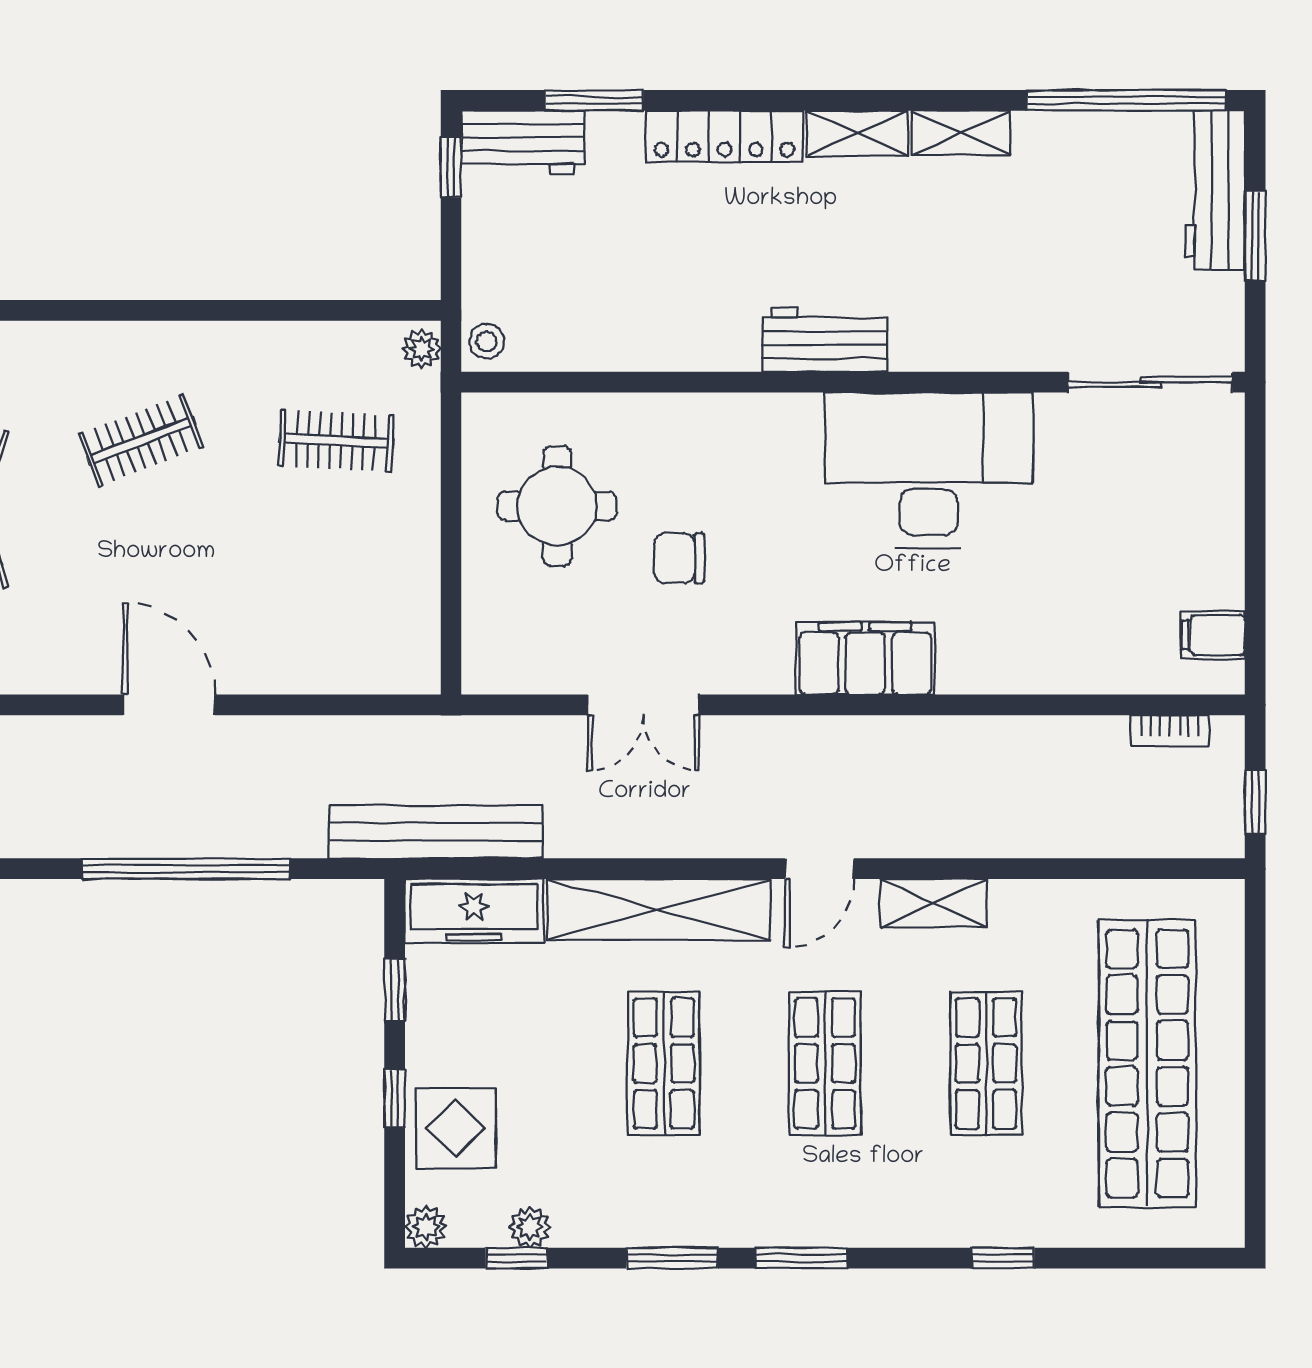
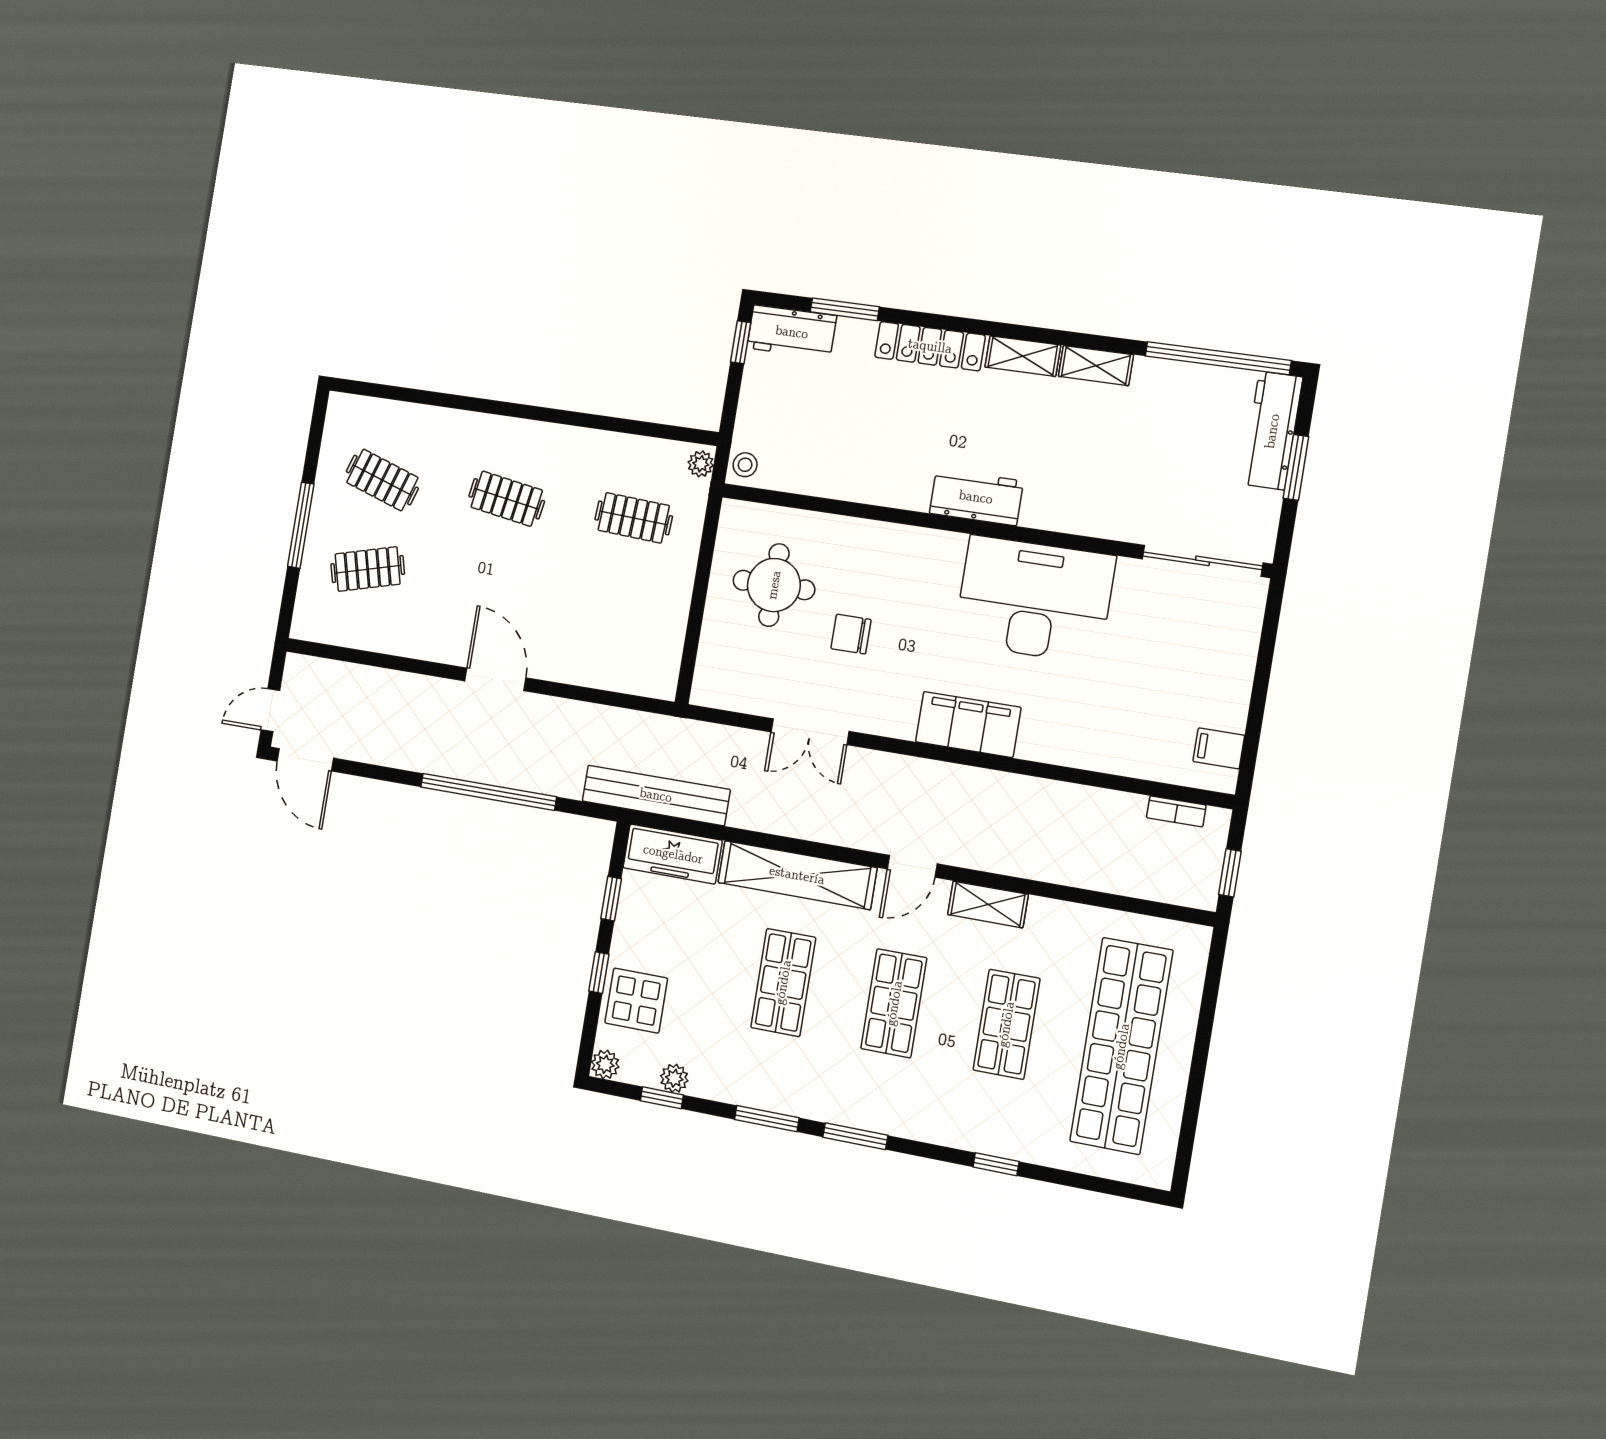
clothes rail: (141, 441) -> (507, 499), turned 30

